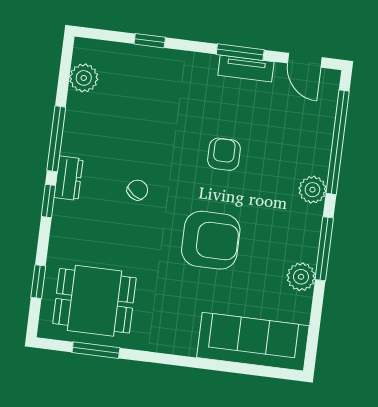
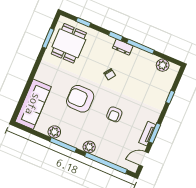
armchair: (224, 154) -> (114, 114), turned 89
armchair: (211, 240) -> (80, 99), turned 90

